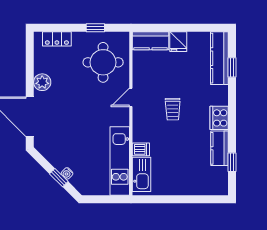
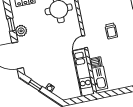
window: (30, 70) -> (11, 25), added
door: (131, 97) -> (85, 42), moved
window: (59, 178) -> (35, 85), moved

